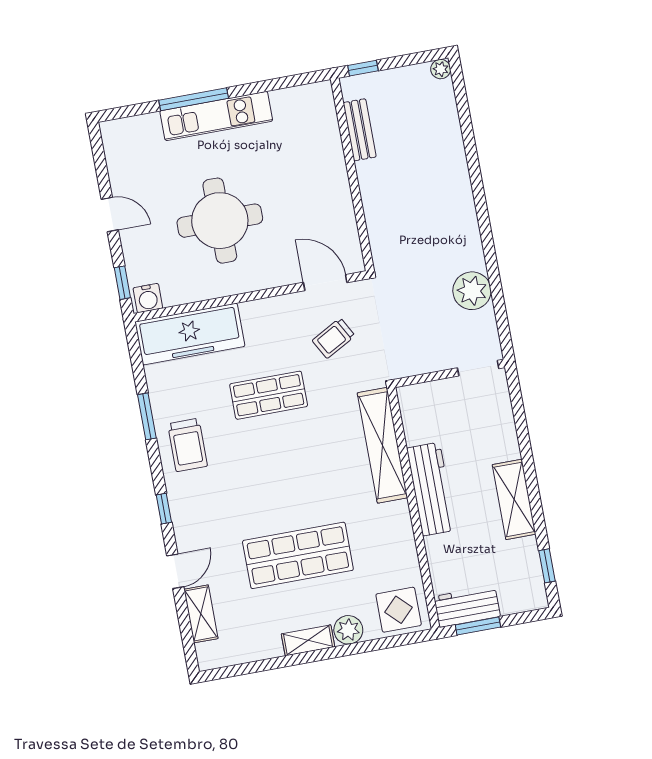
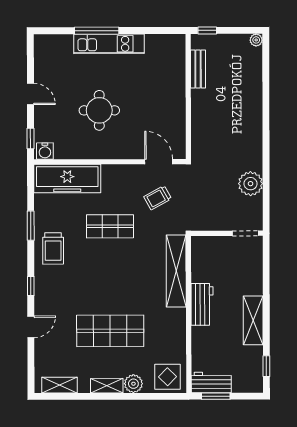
round table: (220, 221) -> (99, 110), width x0.73, depth x0.73
workbench: (431, 489) -> (202, 304), width x0.73
shelving: (201, 614) -> (60, 385), moved, turned 90

